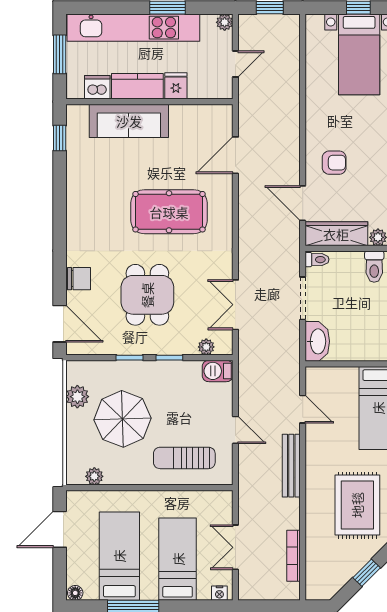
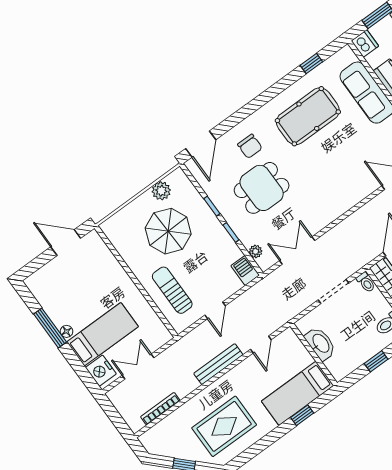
dishwasher: (97, 87) -> (365, 43), moved
window: (60, 138) -> (311, 63), moved
pool table: (169, 212) -> (308, 116), moved, turned 90
chair: (79, 279) -> (250, 146), moved
washbasin: (317, 341) -> (320, 344), moved, turned -90
plant: (94, 476) -> (117, 240), removed
bed: (119, 556) -> (77, 295), removed
floor lamp: (75, 593) -> (67, 331), moved
nightstand: (219, 593) -> (101, 371), width x1.89, depth x1.79

